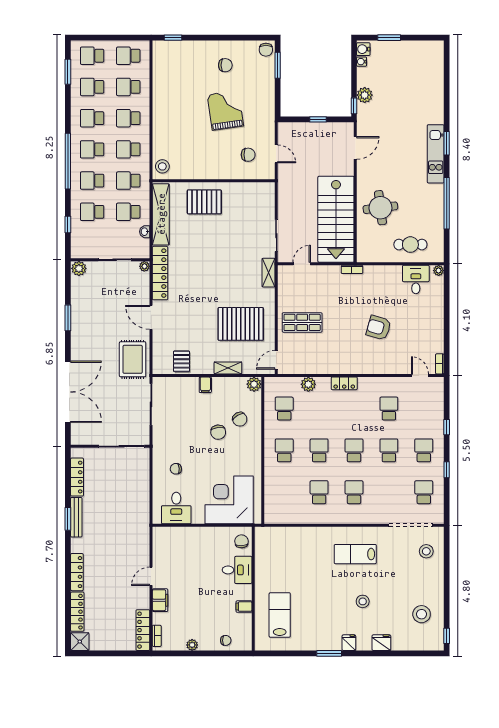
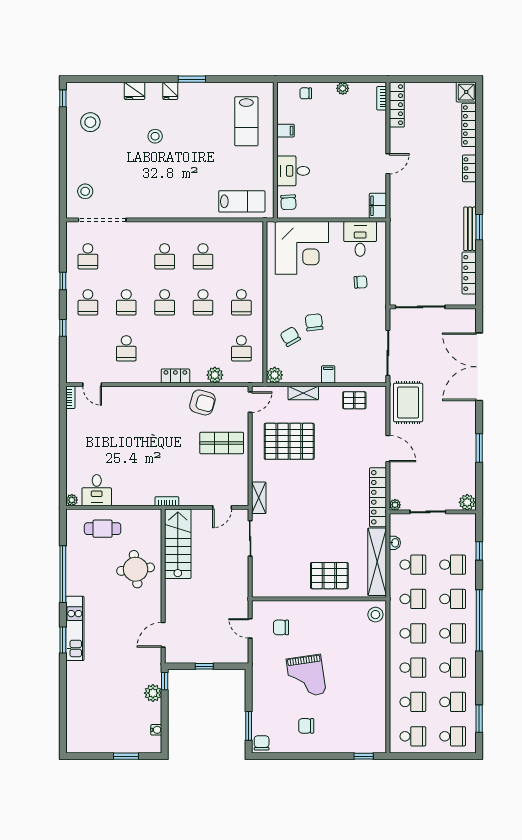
water cooler: (363, 49) -> (154, 744), removed
stairs: (336, 219) -> (178, 544), width x0.73, depth x0.66
armchair: (379, 328) -> (202, 402), moved
pallet: (182, 361) -> (354, 400), turned 90
lab bench: (355, 554) -> (242, 201), moved
locker: (77, 572) -> (469, 168), width x0.66
filing cabinet: (160, 600) -> (378, 206), moved

